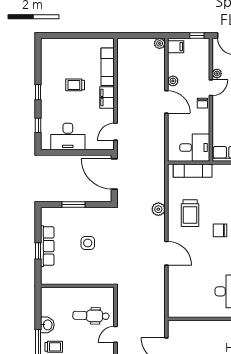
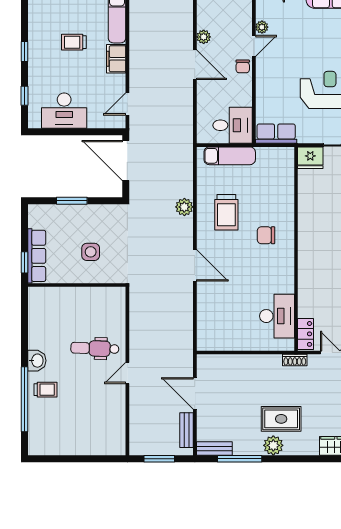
wall: (77, 286) -> (77, 285), moved

